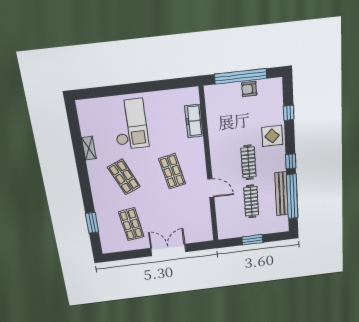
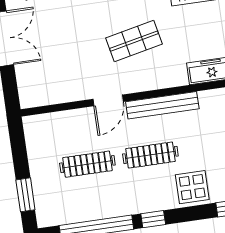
bench: (282, 194) -> (162, 105), moved
window: (252, 240) -> (25, 195), moved

